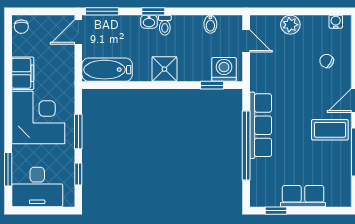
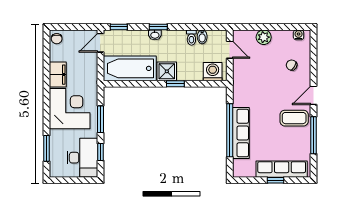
window: (102, 11) -> (119, 27), width x0.67
toilet: (165, 25) -> (191, 38), moved
bathtub: (107, 70) -> (130, 68), width x1.36, depth x1.36
window: (212, 85) -> (175, 84), moved
row of seats: (261, 125) -> (241, 133), moved
desk: (37, 187) -> (82, 158), moved, turned -90
row of seats: (303, 196) -> (282, 169), width x1.48
window: (276, 211) -> (276, 180), moved

